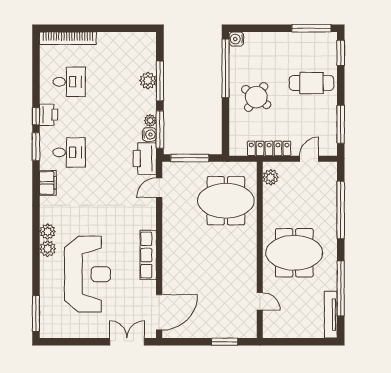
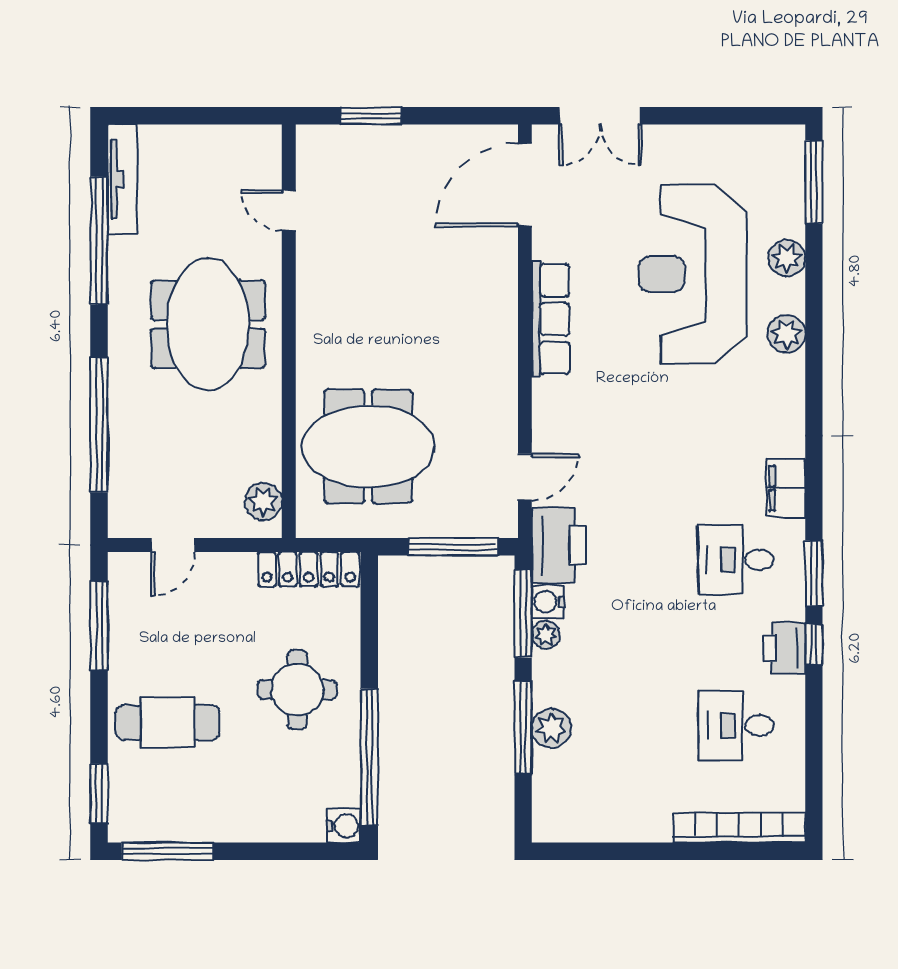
round table: (256, 97) -> (297, 690), turned -36
locker: (269, 148) -> (309, 569), moved
plant: (47, 232) -> (787, 258), moved
meeting table: (294, 253) -> (208, 324), turned 90

